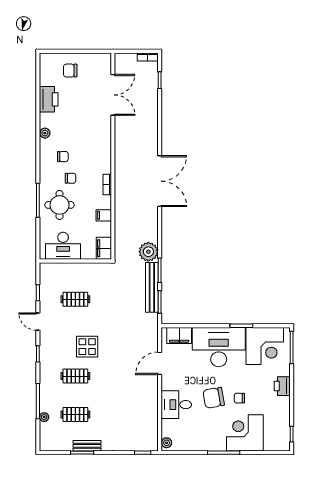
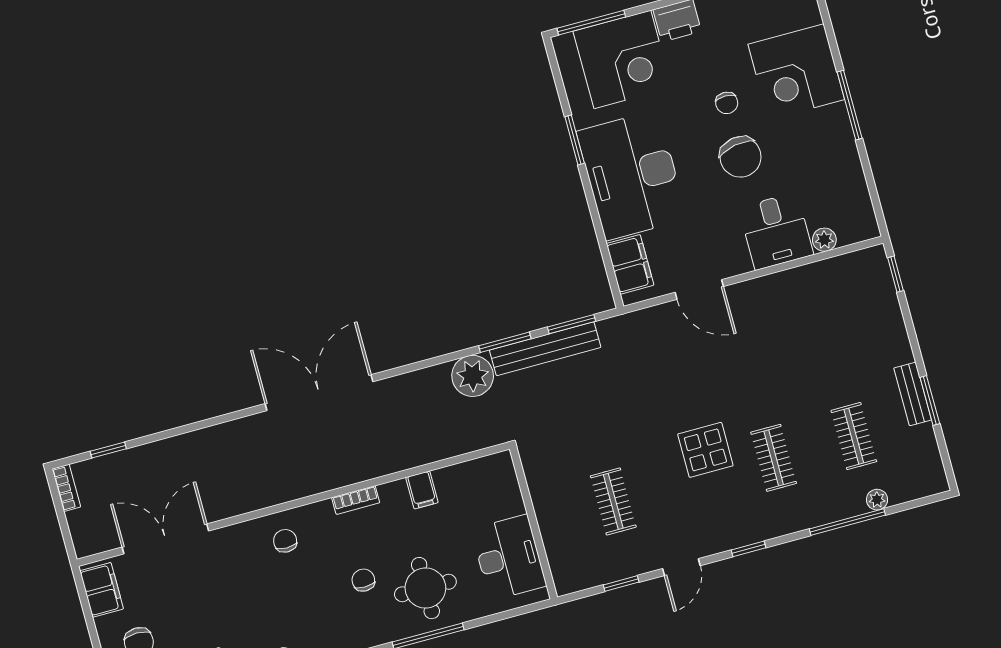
chair: (63, 157) -> (285, 541), moved
filing cabinet: (104, 248) -> (102, 590), moved, turned -90
corner desk: (265, 346) -> (622, 59), moved, turned 90
plant: (167, 443) -> (824, 240), moved

